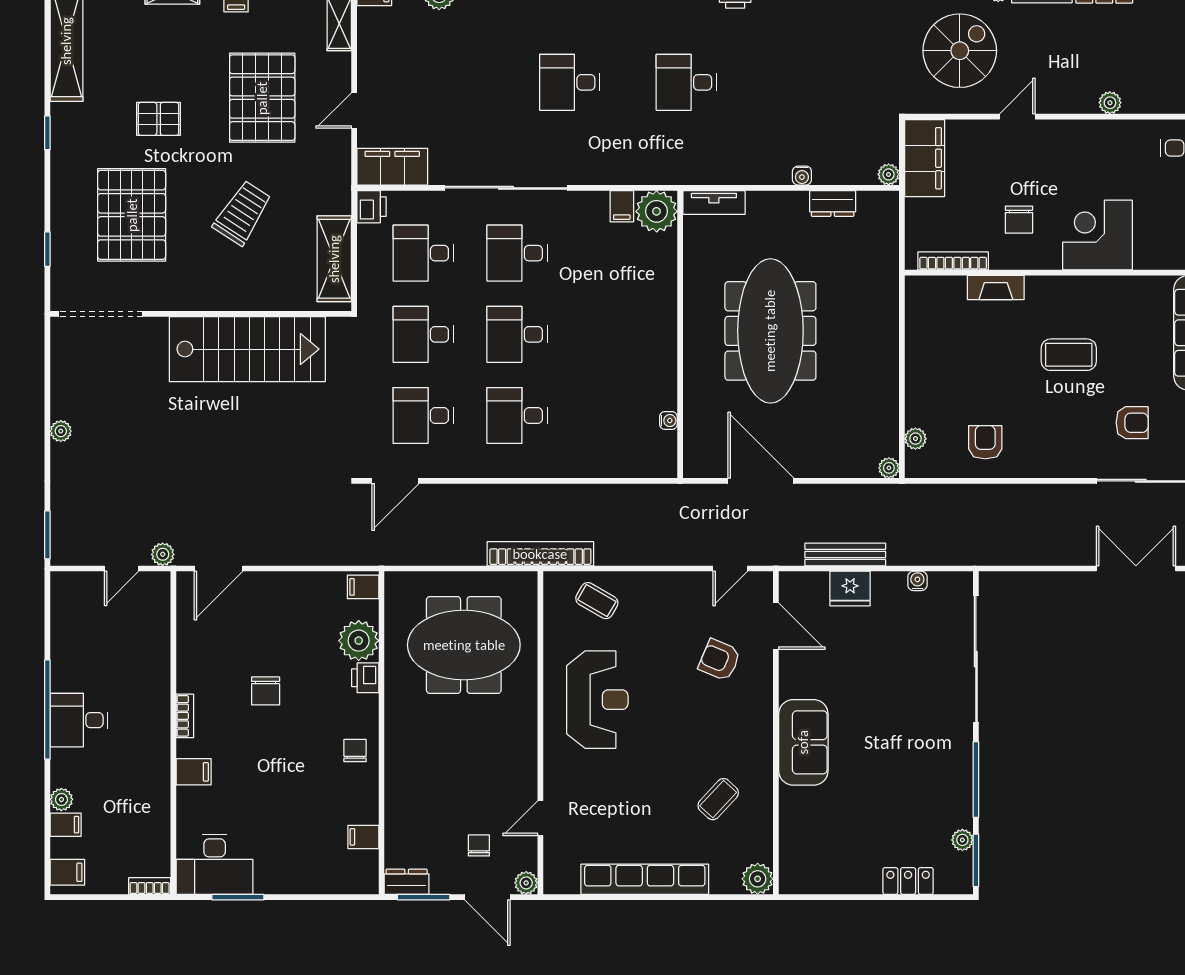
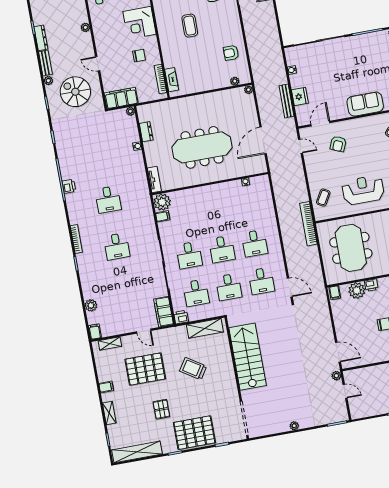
pallet: (132, 215) -> (194, 433), moved
fireplace: (996, 288) -> (172, 80), moved

